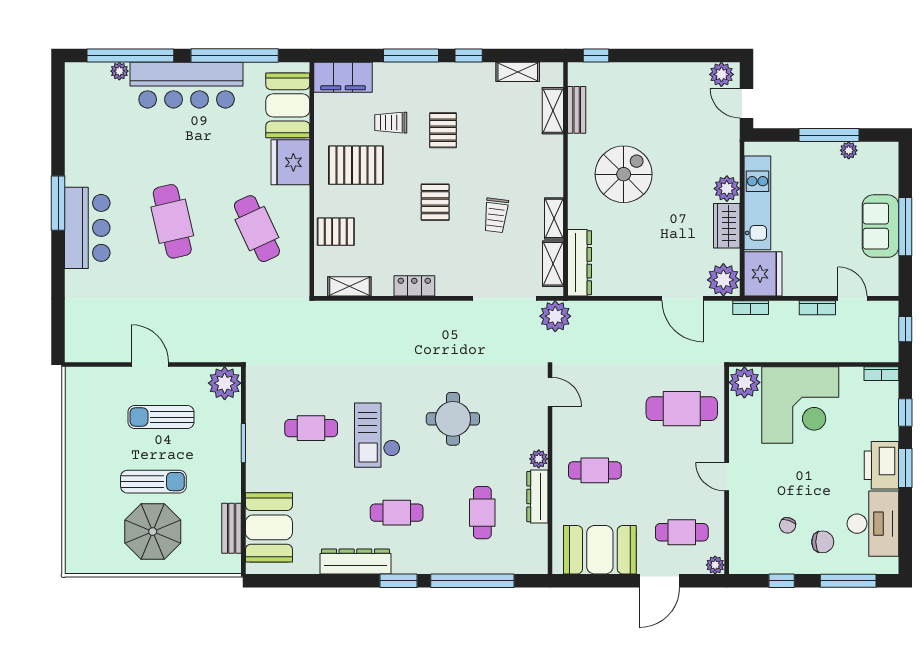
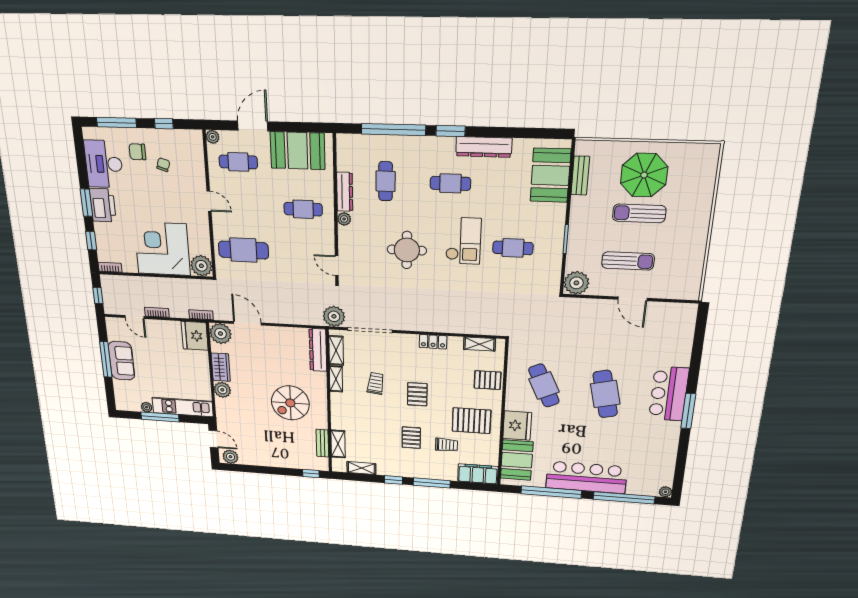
plant: (119, 71) -> (665, 492), moved
kitchen unit: (757, 203) -> (183, 407), moved, turned 90

